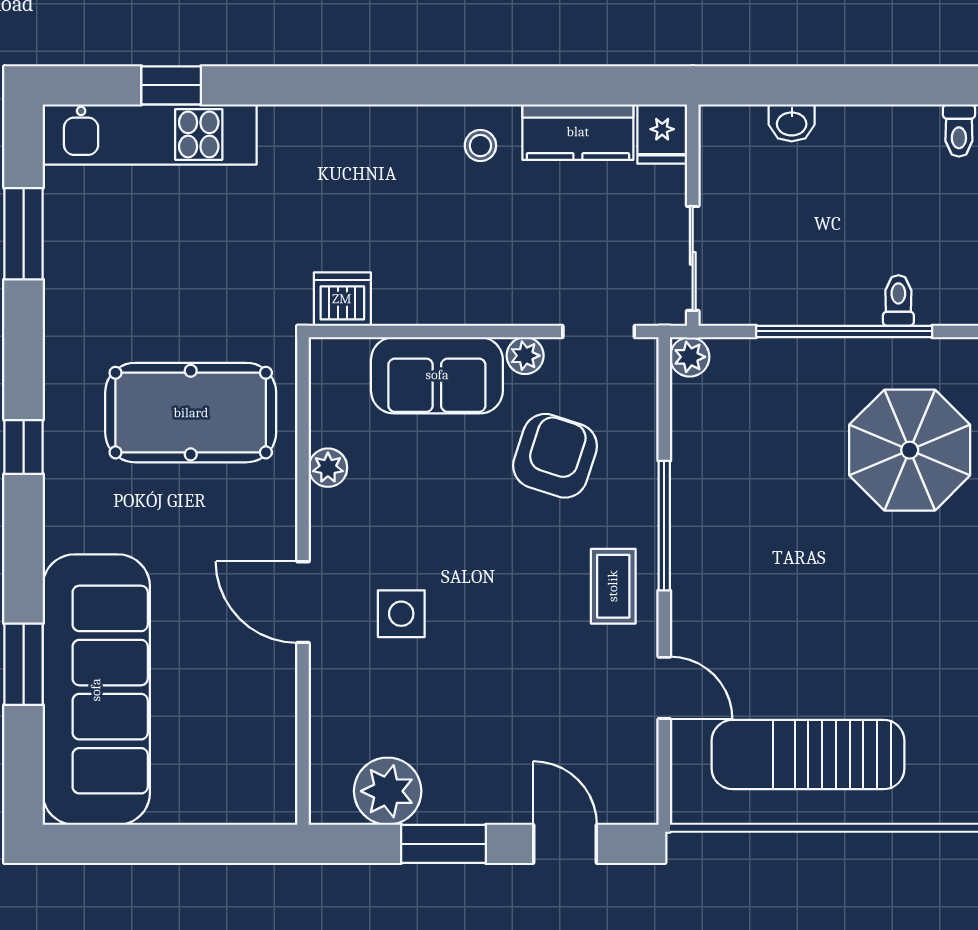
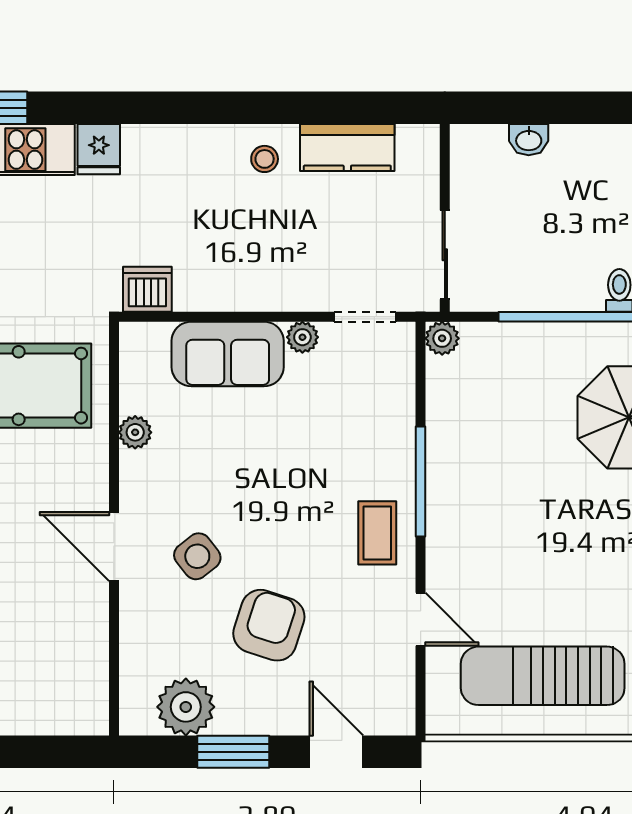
fridge: (662, 134) -> (99, 149), moved
armchair: (555, 456) -> (269, 625), moved
side table: (401, 614) -> (197, 556), turned -38

